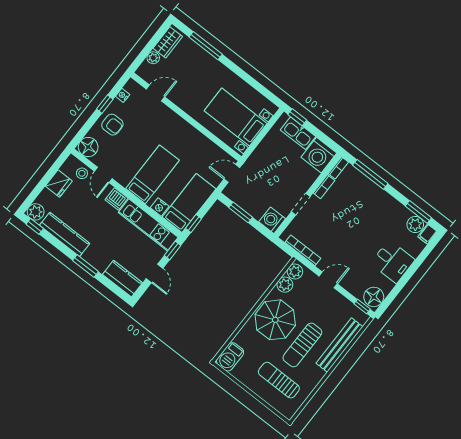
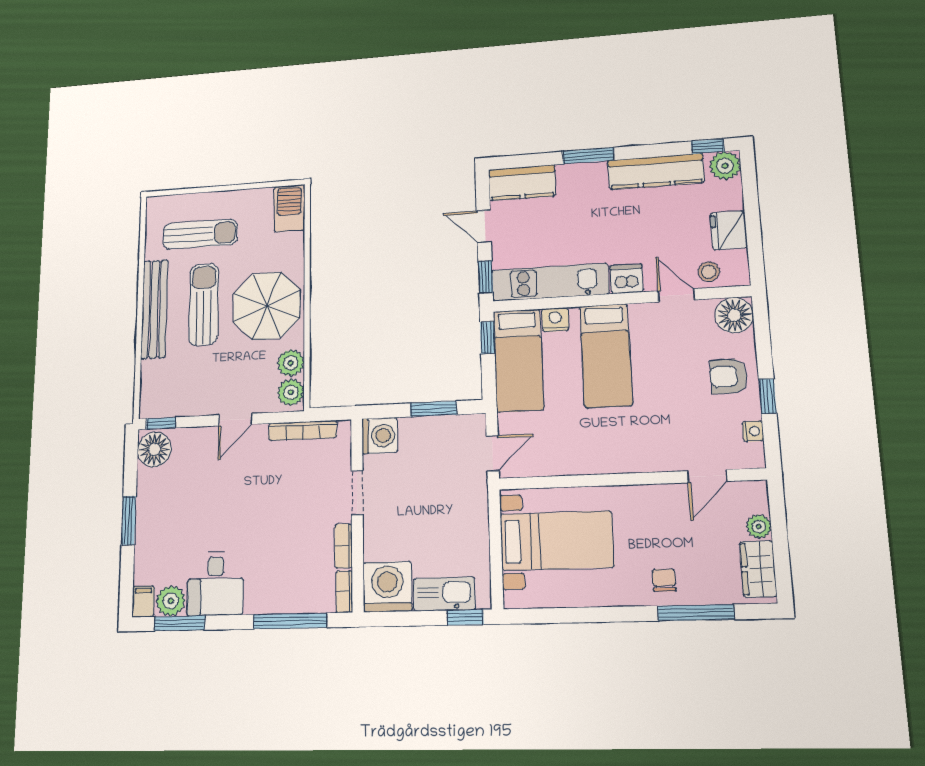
chair: (207, 68) -> (664, 580), added
desk: (393, 262) -> (215, 584), moved, turned -90
window: (408, 275) -> (129, 521), added
bench: (340, 345) -> (154, 309), moved

